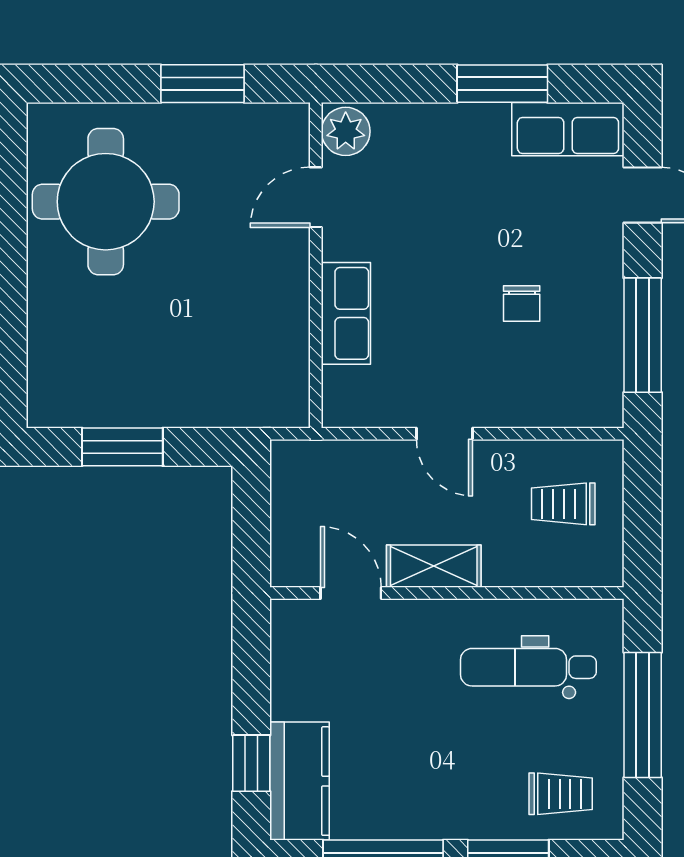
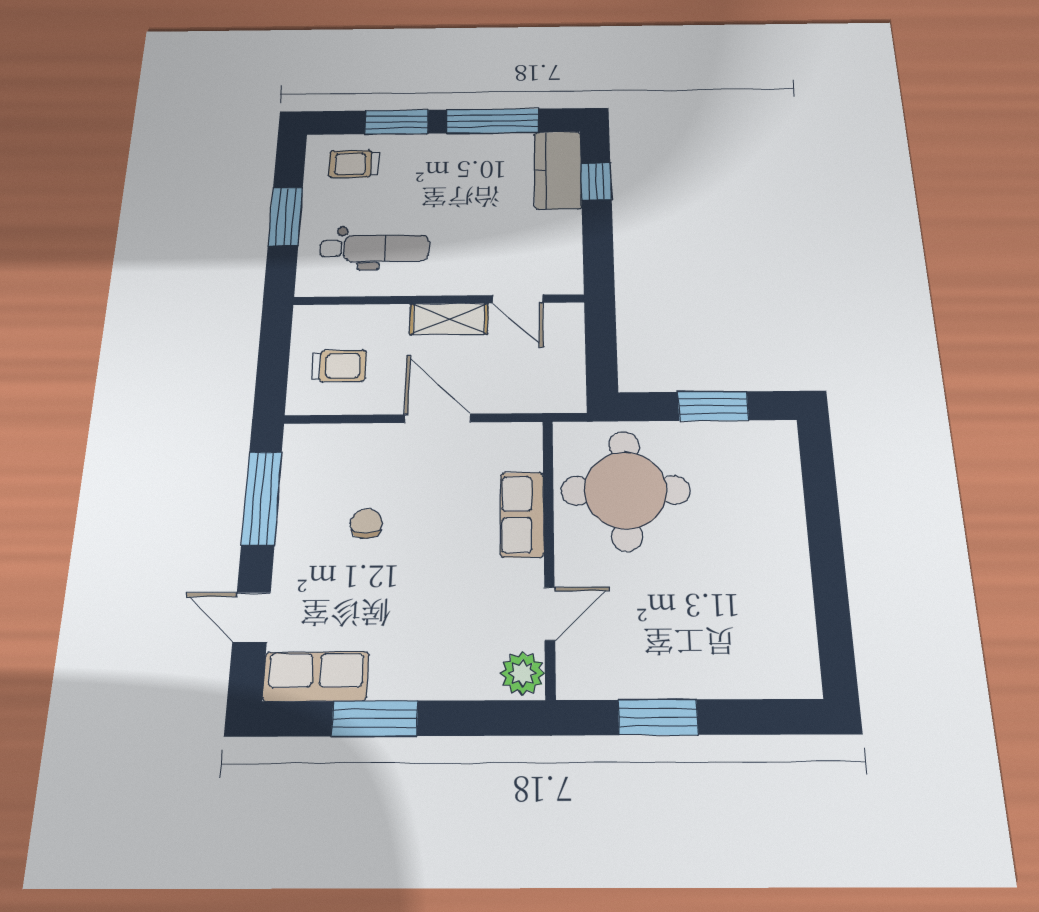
round table: (106, 202) -> (626, 490), moved
door: (444, 434) -> (437, 418), width x1.38
window: (643, 715) -> (285, 217), width x0.69

